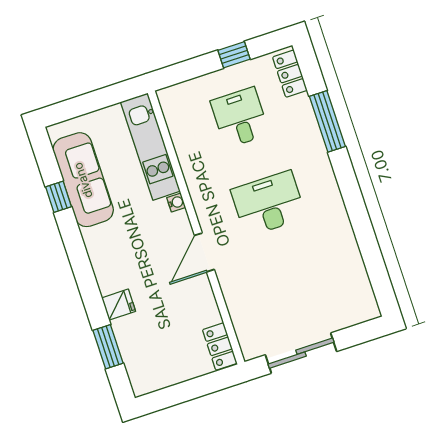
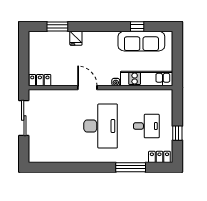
desk: (268, 204) -> (101, 126), width x1.36, depth x1.30

